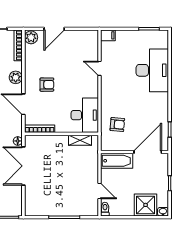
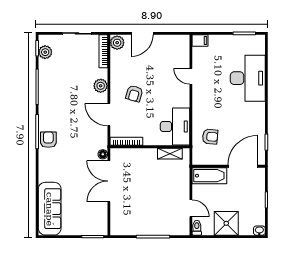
armchair: (47, 85) -> (134, 94), turned 106
shower: (146, 205) -> (226, 223), moved

